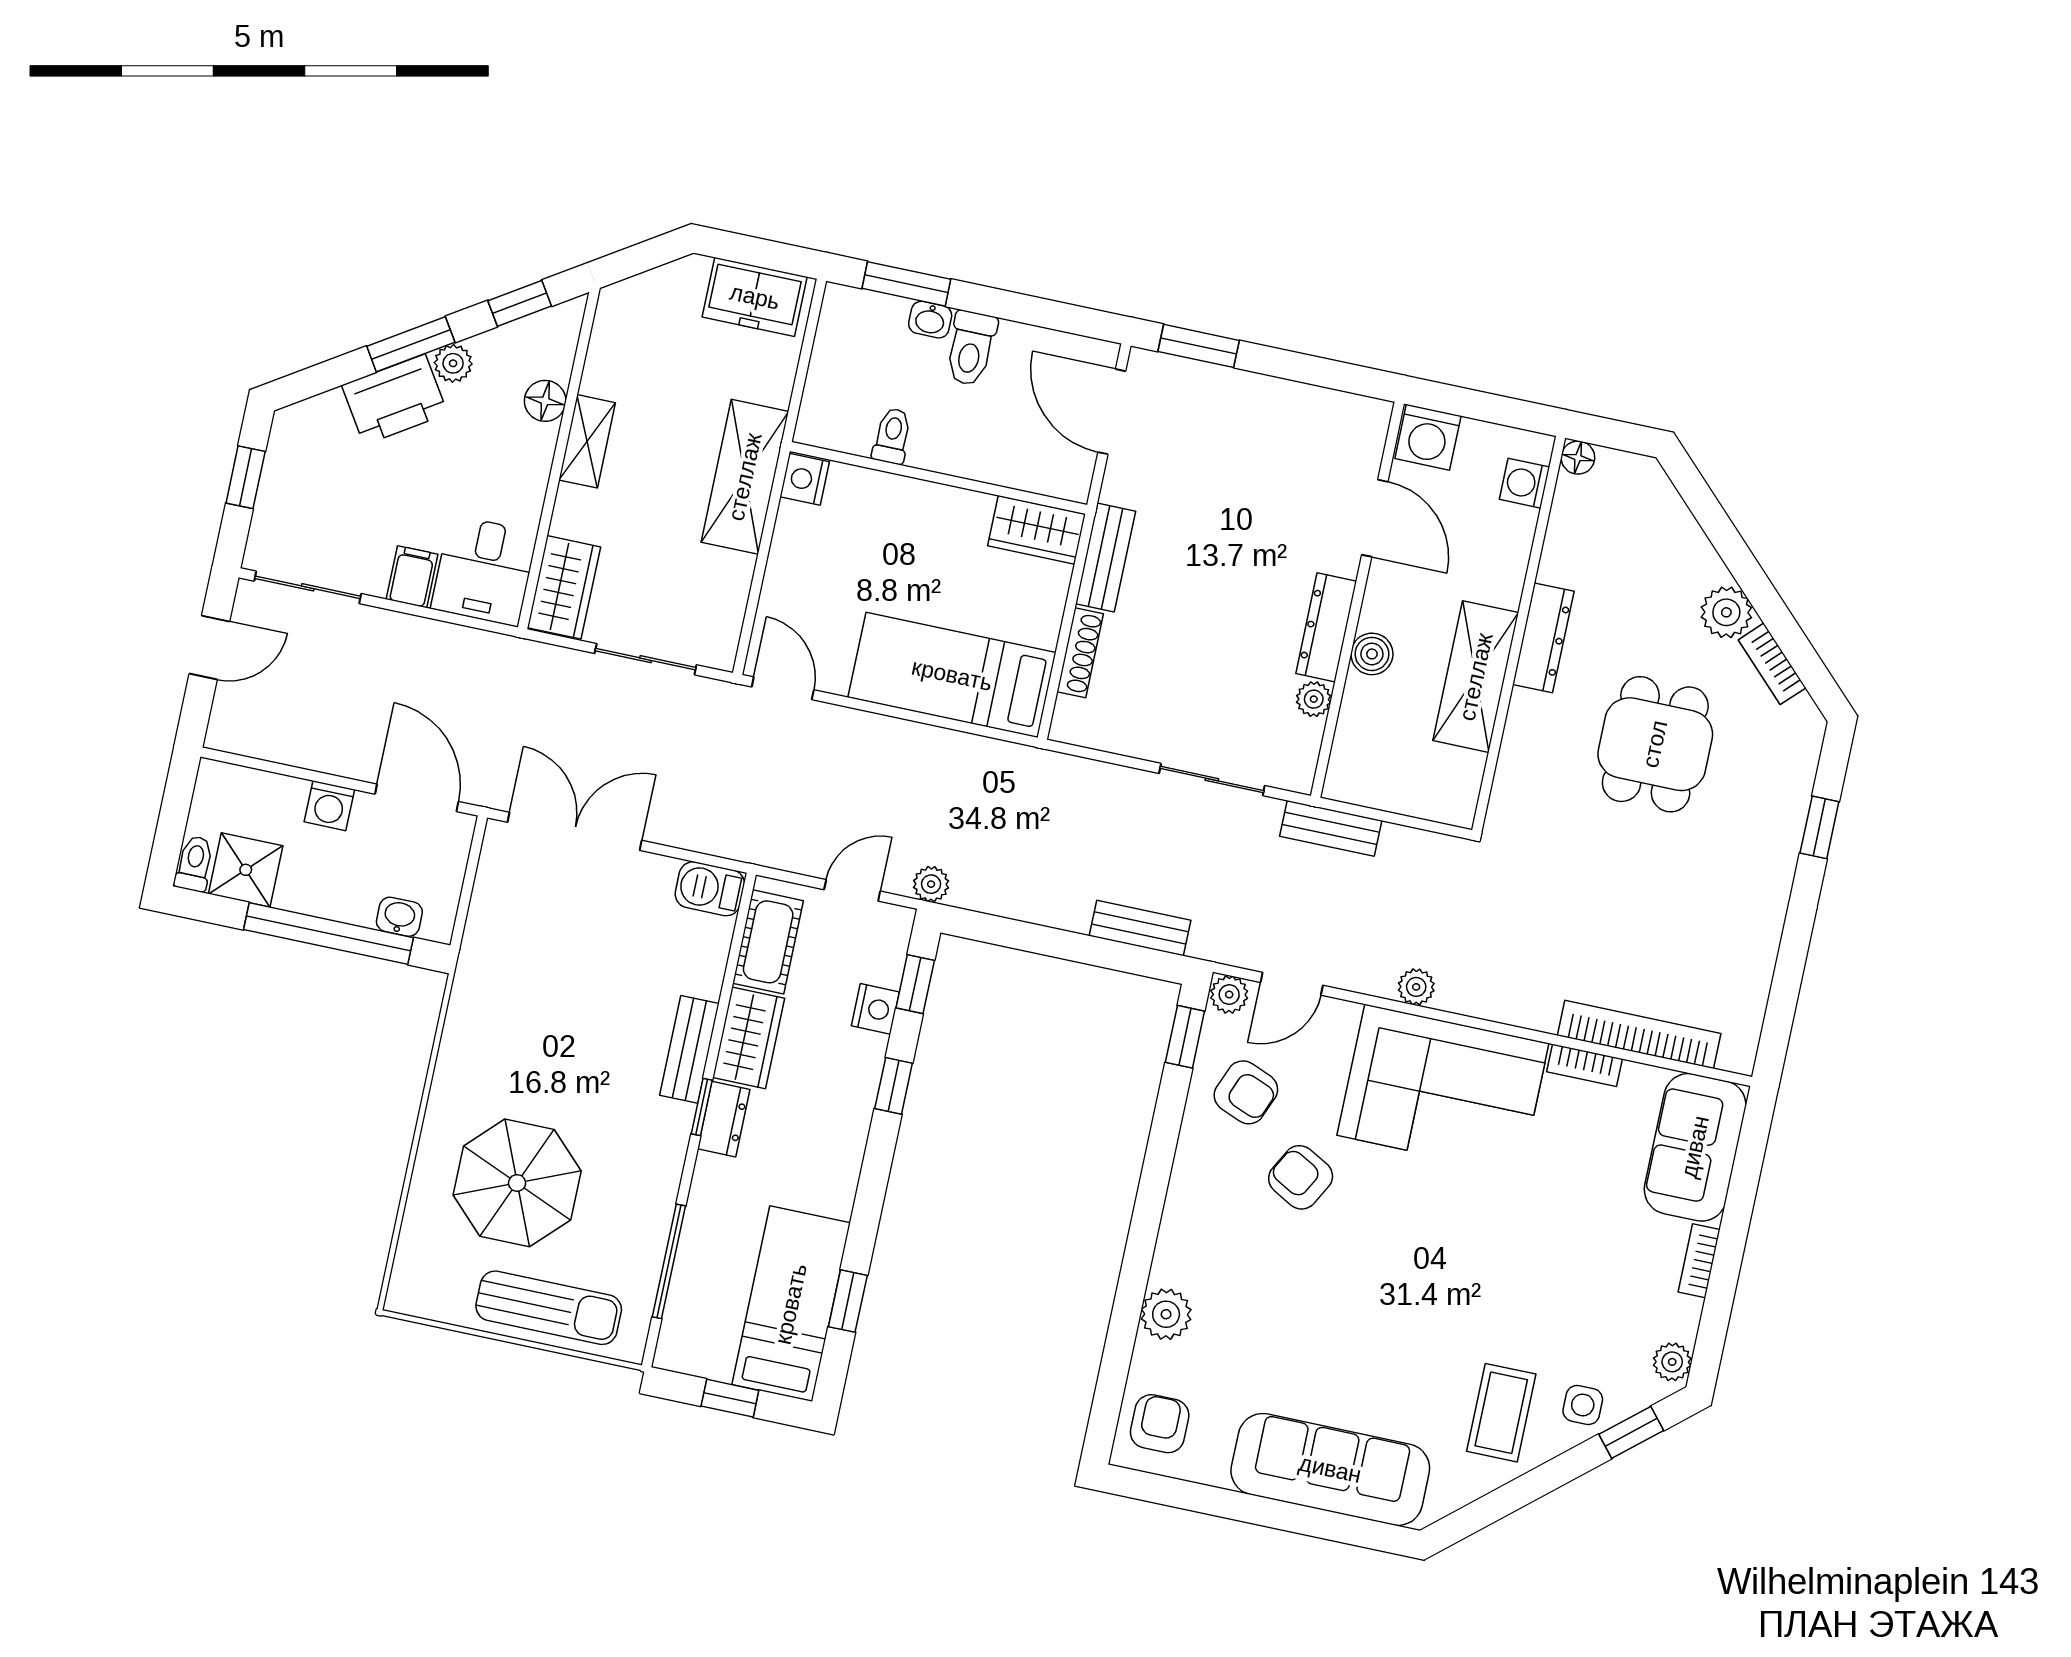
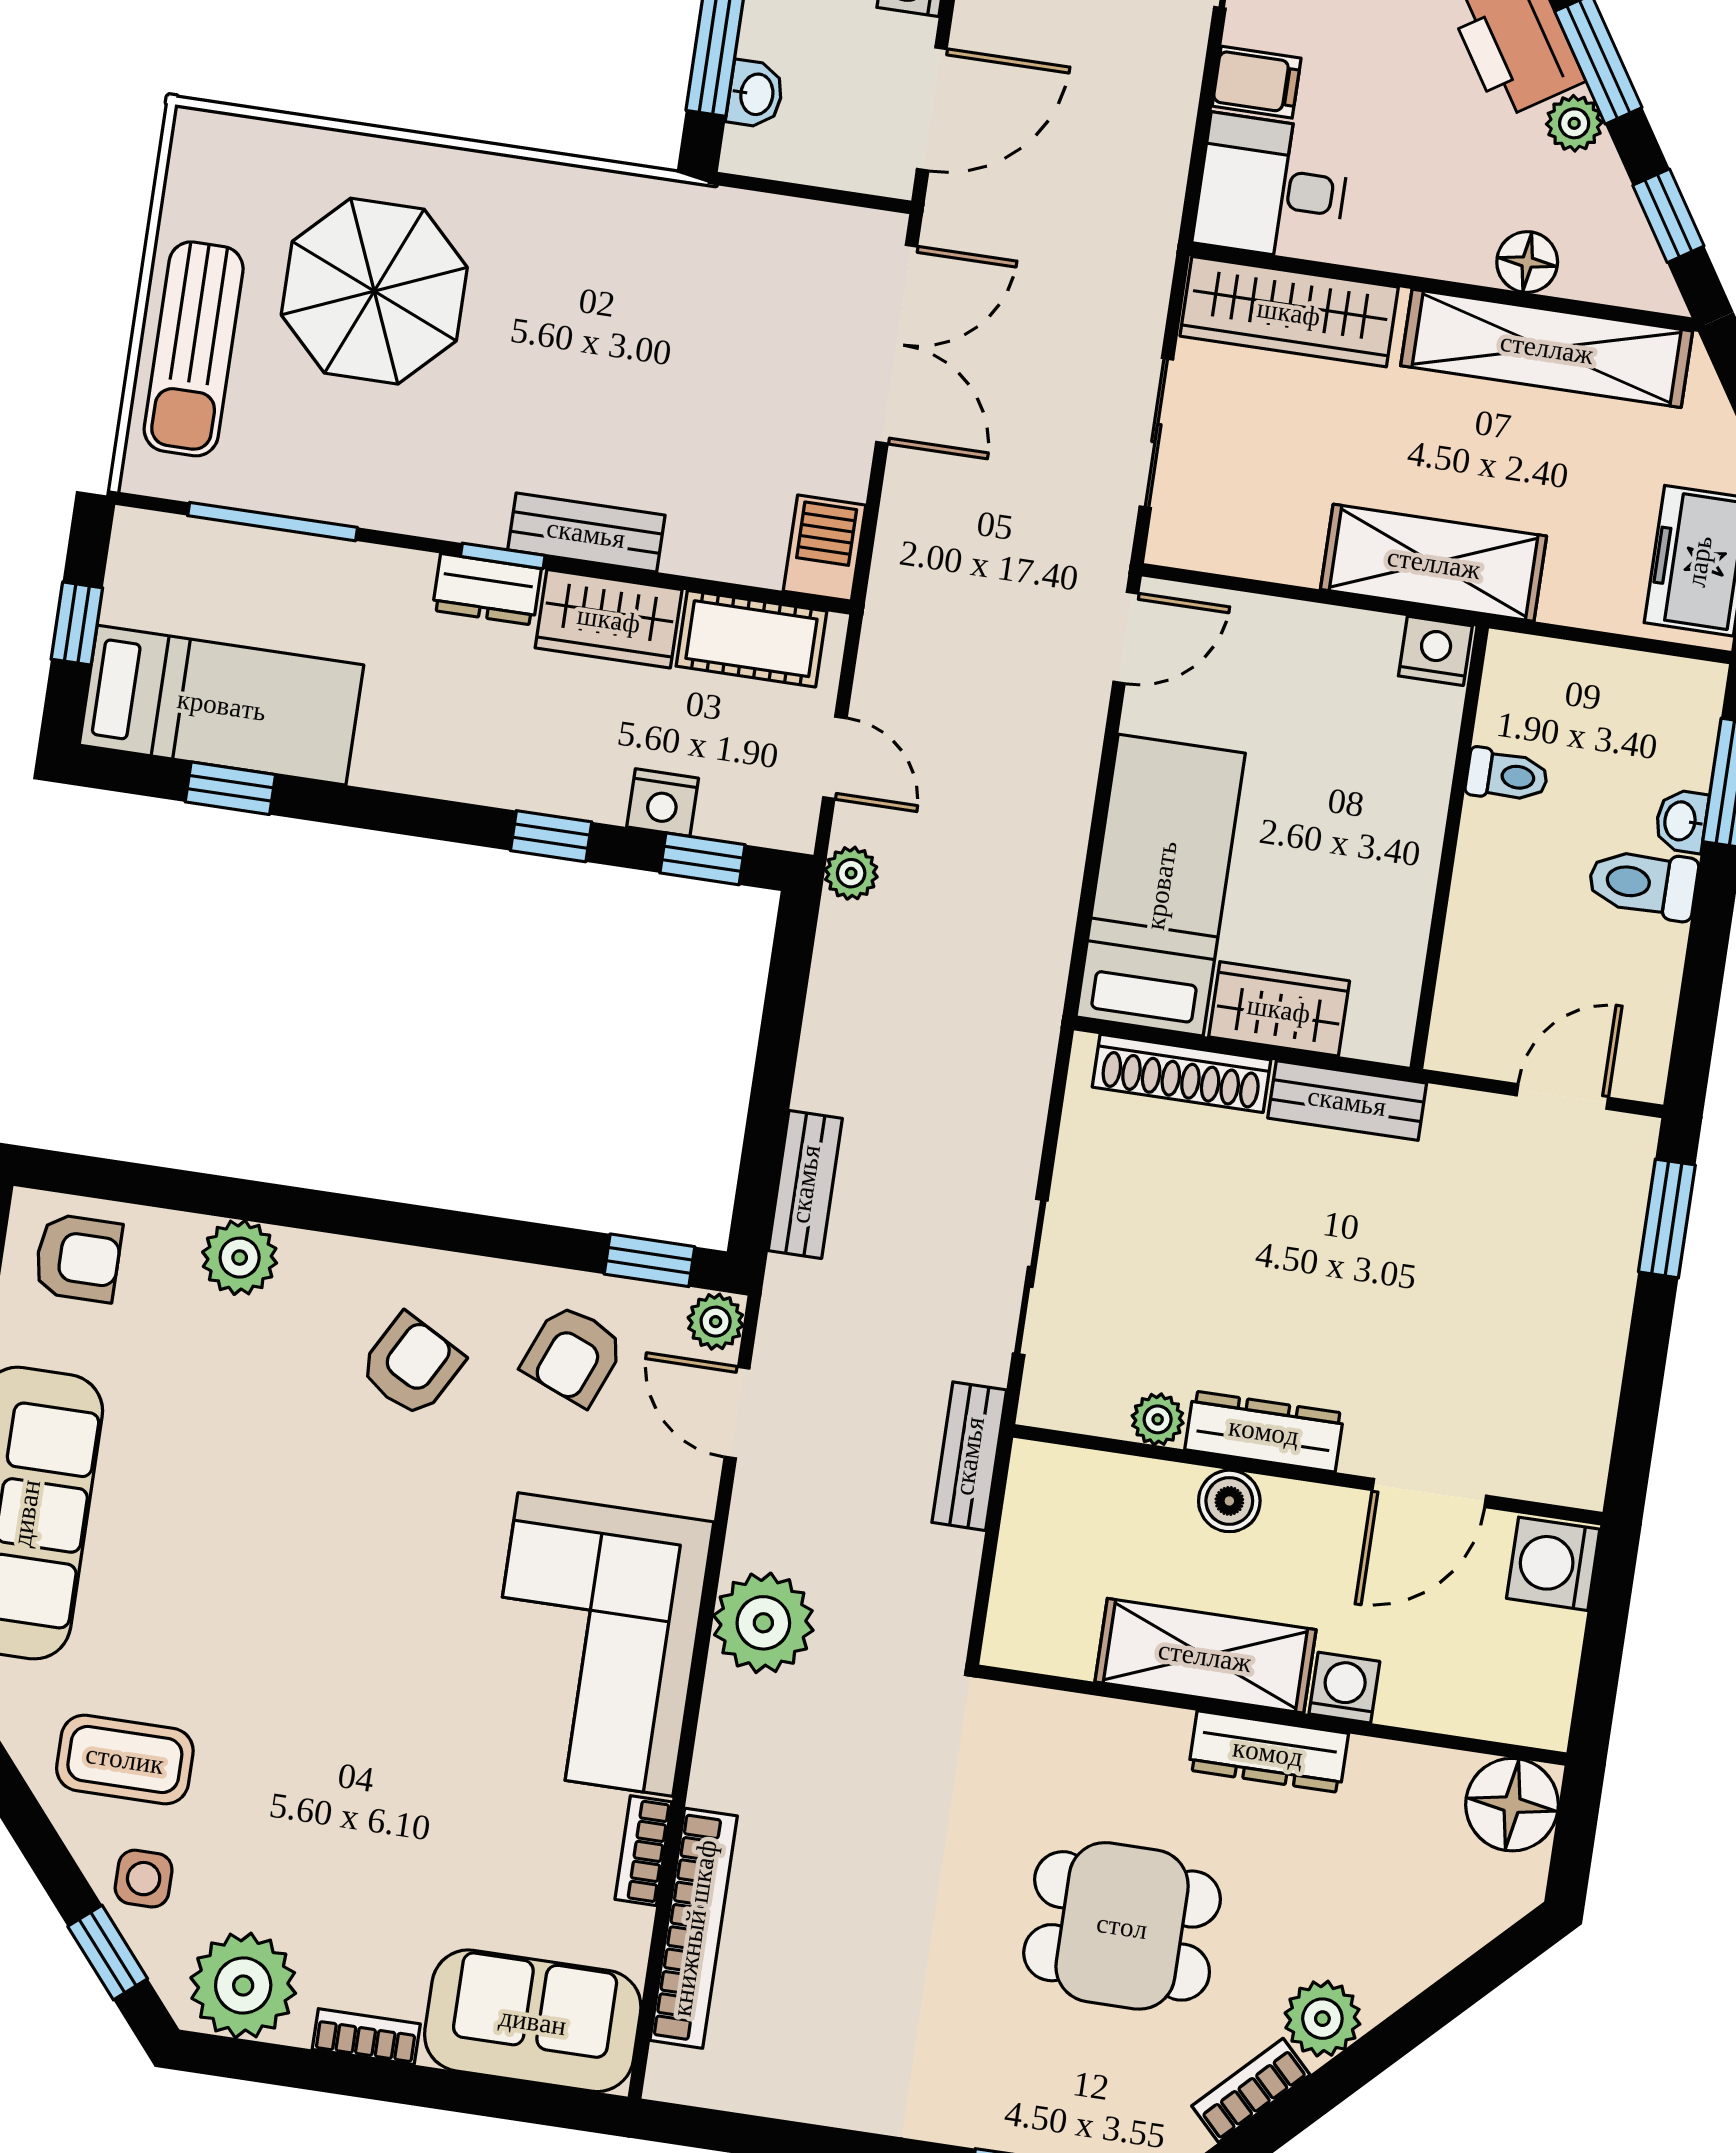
door: (1112, 412) -> (1562, 1097), width x0.73
shelving: (587, 441) -> (1547, 348), width x2.20, depth x1.33
floor lamp: (1578, 458) -> (1512, 1805), width x1.89, depth x1.89
washing machine: (1524, 483) -> (1344, 1688), moved
wardrobe: (1036, 530) -> (1279, 1009), moved, turned 90
wardrobe: (564, 587) -> (1289, 312), width x1.50
shoe rack: (1080, 653) -> (1182, 1073), width x1.36, depth x1.24
plant: (1416, 987) -> (763, 1623), width x1.88, depth x1.88
armchair: (1301, 1177) -> (411, 1365), moved
plant: (1672, 1362) -> (243, 1985), width x1.87, depth x1.87

